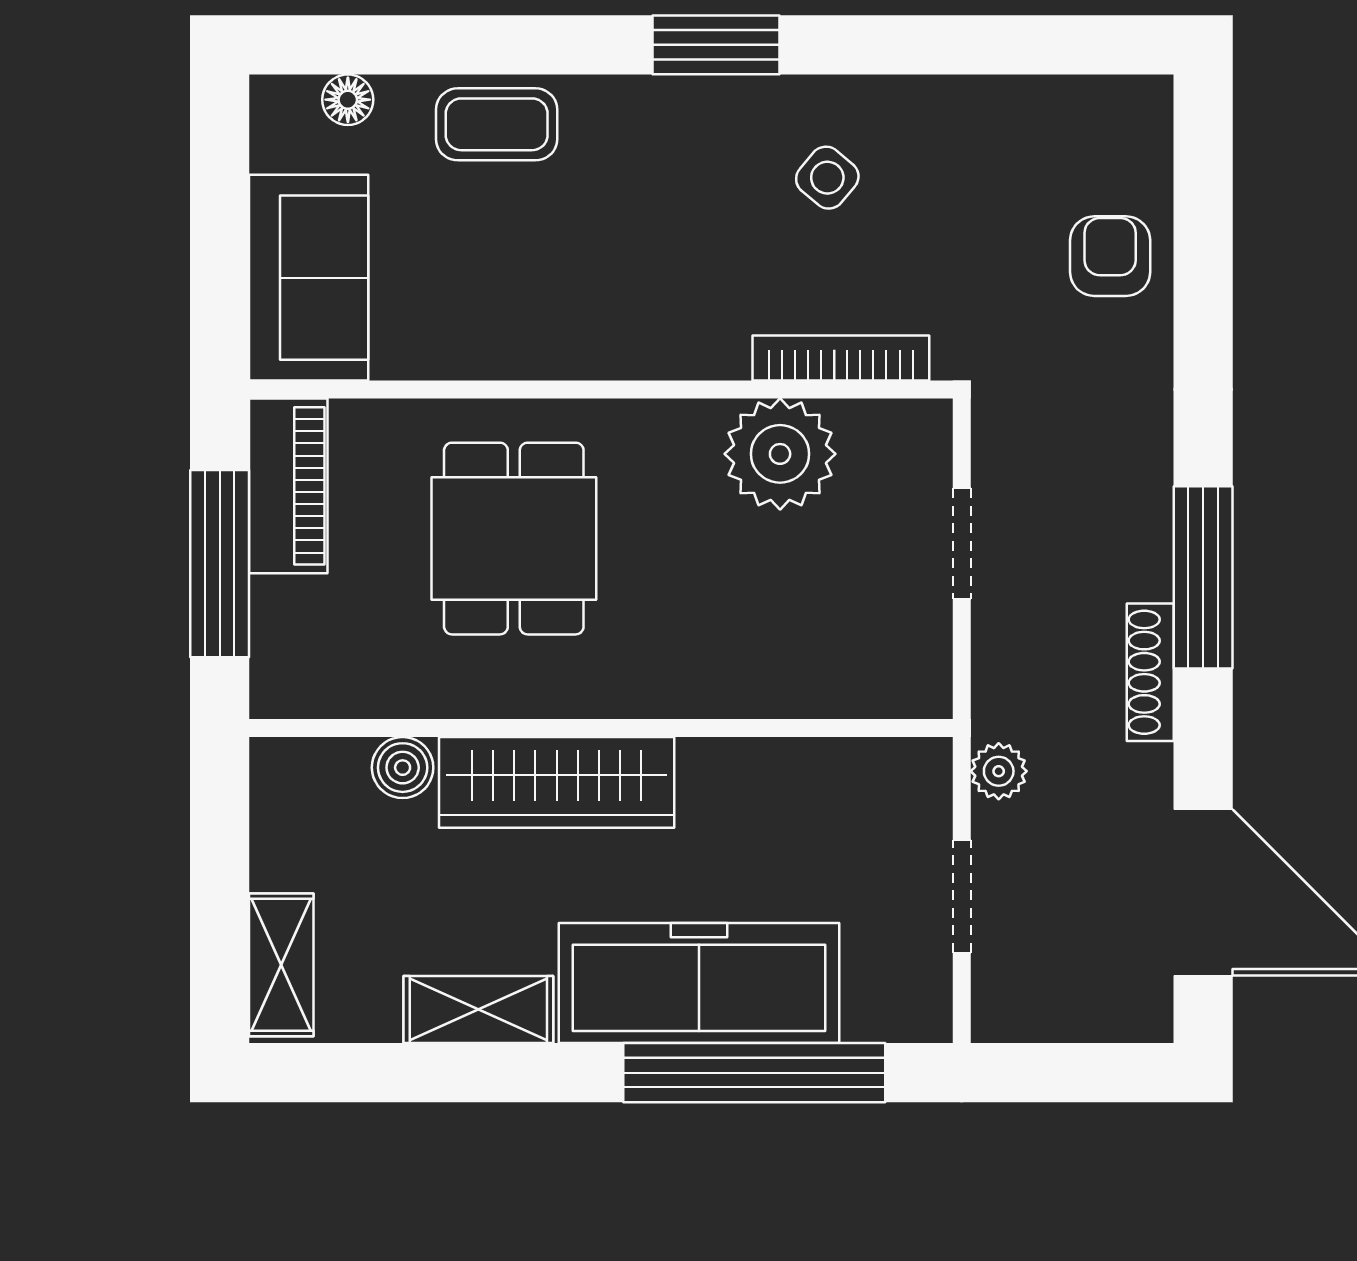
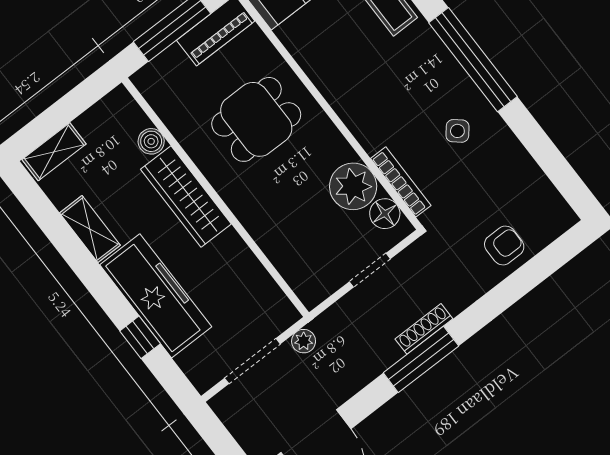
window: (716, 45) -> (473, 60), width x2.11
floor lamp: (877, 434) -> (385, 214), added
shoe rack: (1150, 672) -> (424, 329), moved
doorway: (962, 896) -> (252, 361), width x1.38
window: (754, 1073) -> (140, 337), width x0.32

